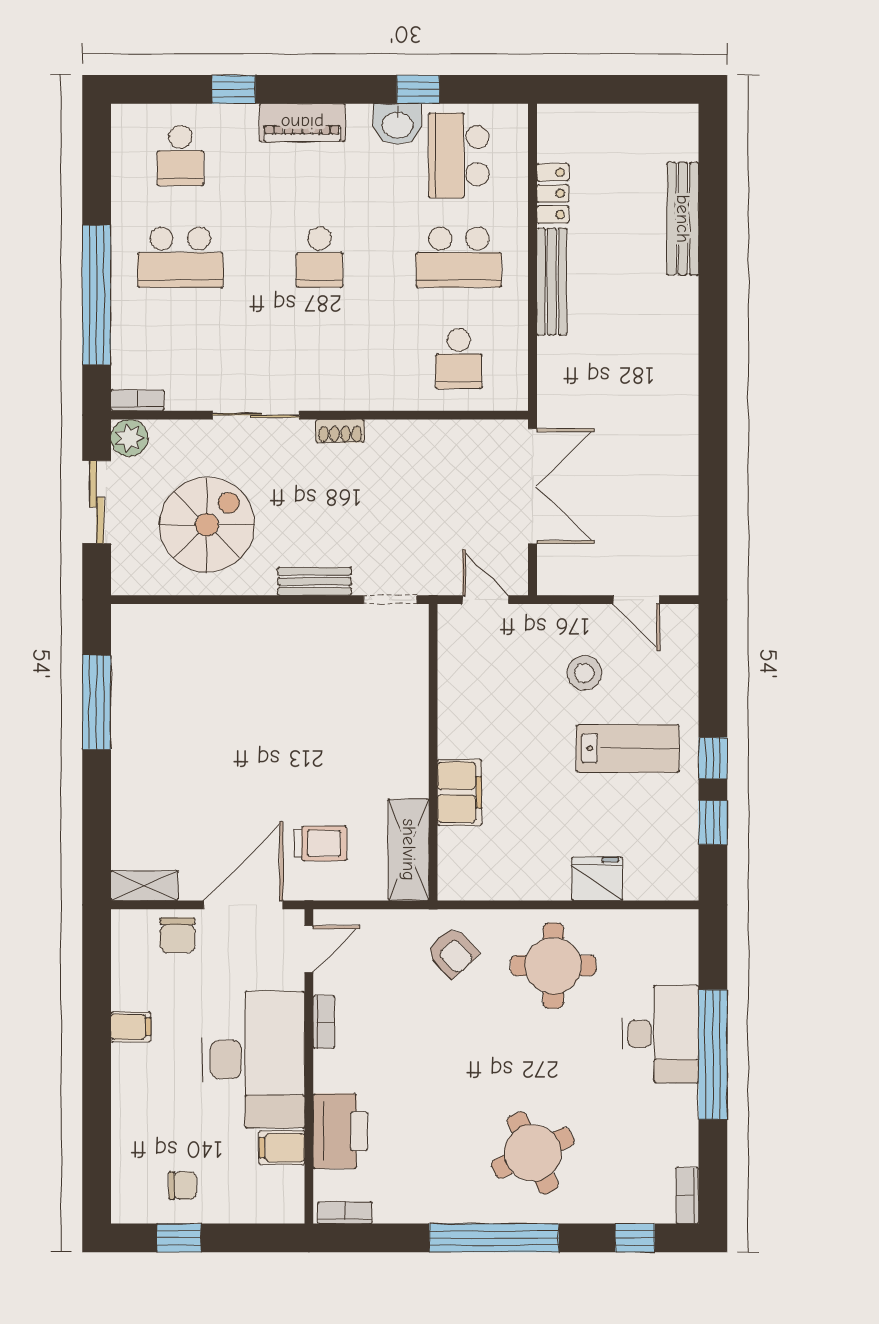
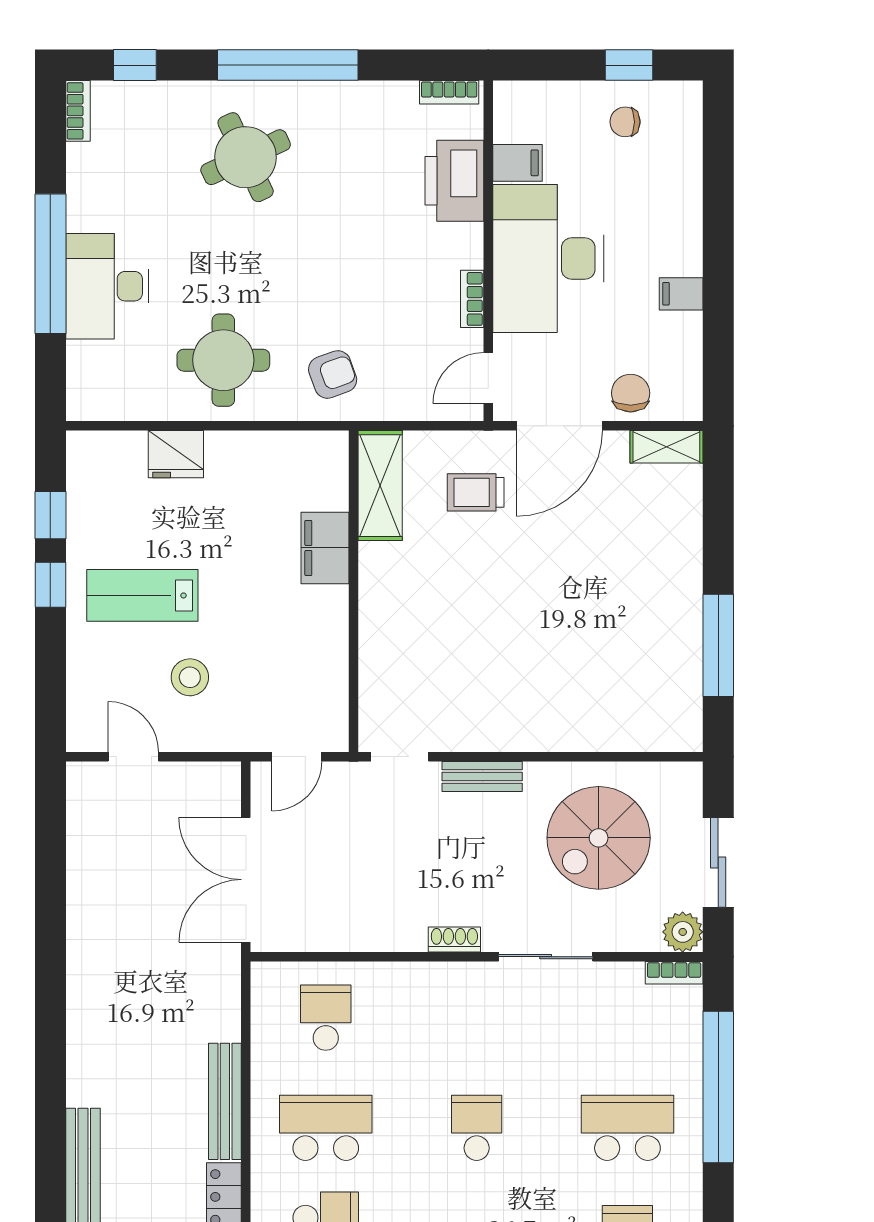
door: (486, 600) -> (297, 757), hinge flipped
armchair: (452, 952) -> (333, 374), turned 113

